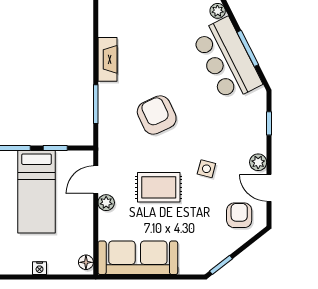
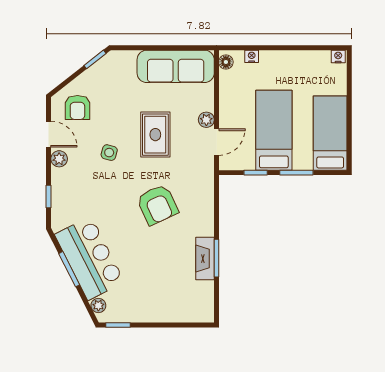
window: (96, 104) -> (216, 258), moved
rug: (159, 187) -> (155, 135), turned 90
nightstand: (40, 268) -> (252, 56), moved

